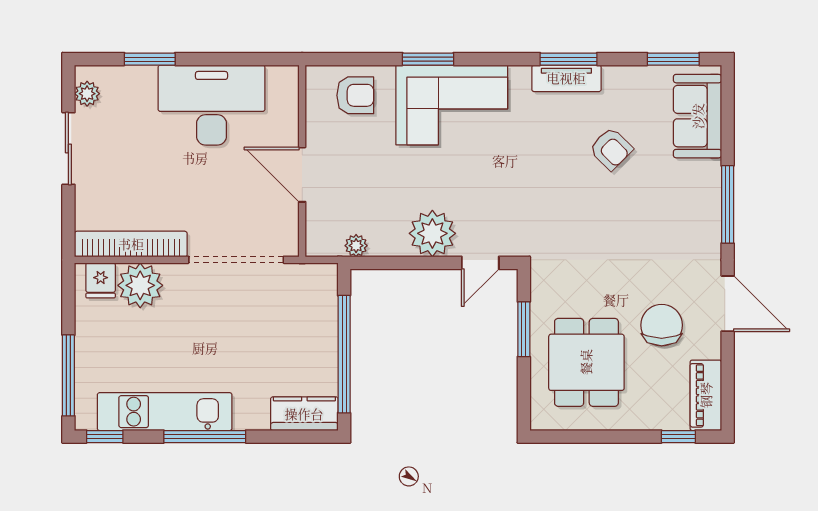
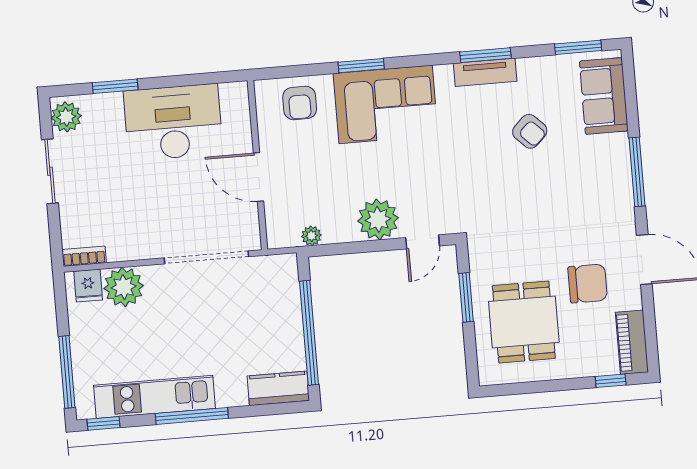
plant: (87, 94) -> (66, 117), width x1.38, depth x1.38
armchair: (355, 95) -> (300, 103), turned 90
bookcase: (131, 244) -> (84, 256), width x0.43, depth x0.76
chair: (662, 325) -> (588, 283), turned 90

